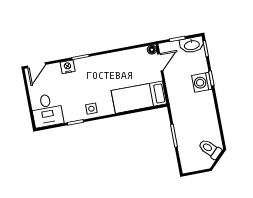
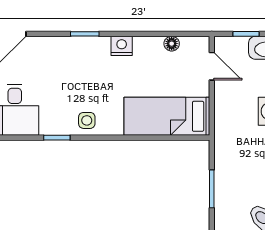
floor lamp: (152, 50) -> (172, 44), moved
door: (160, 62) -> (212, 66), hinge flipped
nightstand: (68, 67) -> (122, 46), moved

